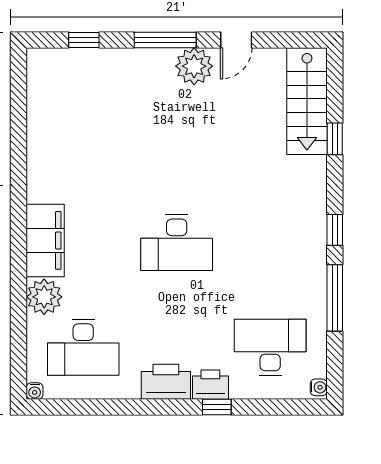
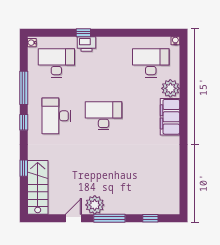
desk: (270, 243) -> (56, 116), added
desk: (270, 347) -> (56, 63), turned 180
printer: (166, 382) -> (109, 45), removed

